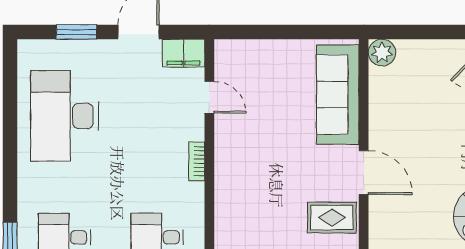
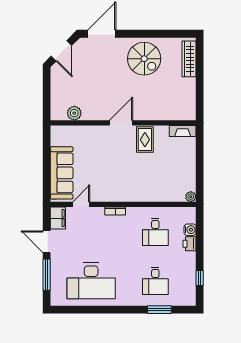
window: (76, 32) -> (47, 275), width x1.44
plant: (382, 53) -> (74, 113), moved
sofa: (338, 95) -> (62, 173), moved, turned -90

